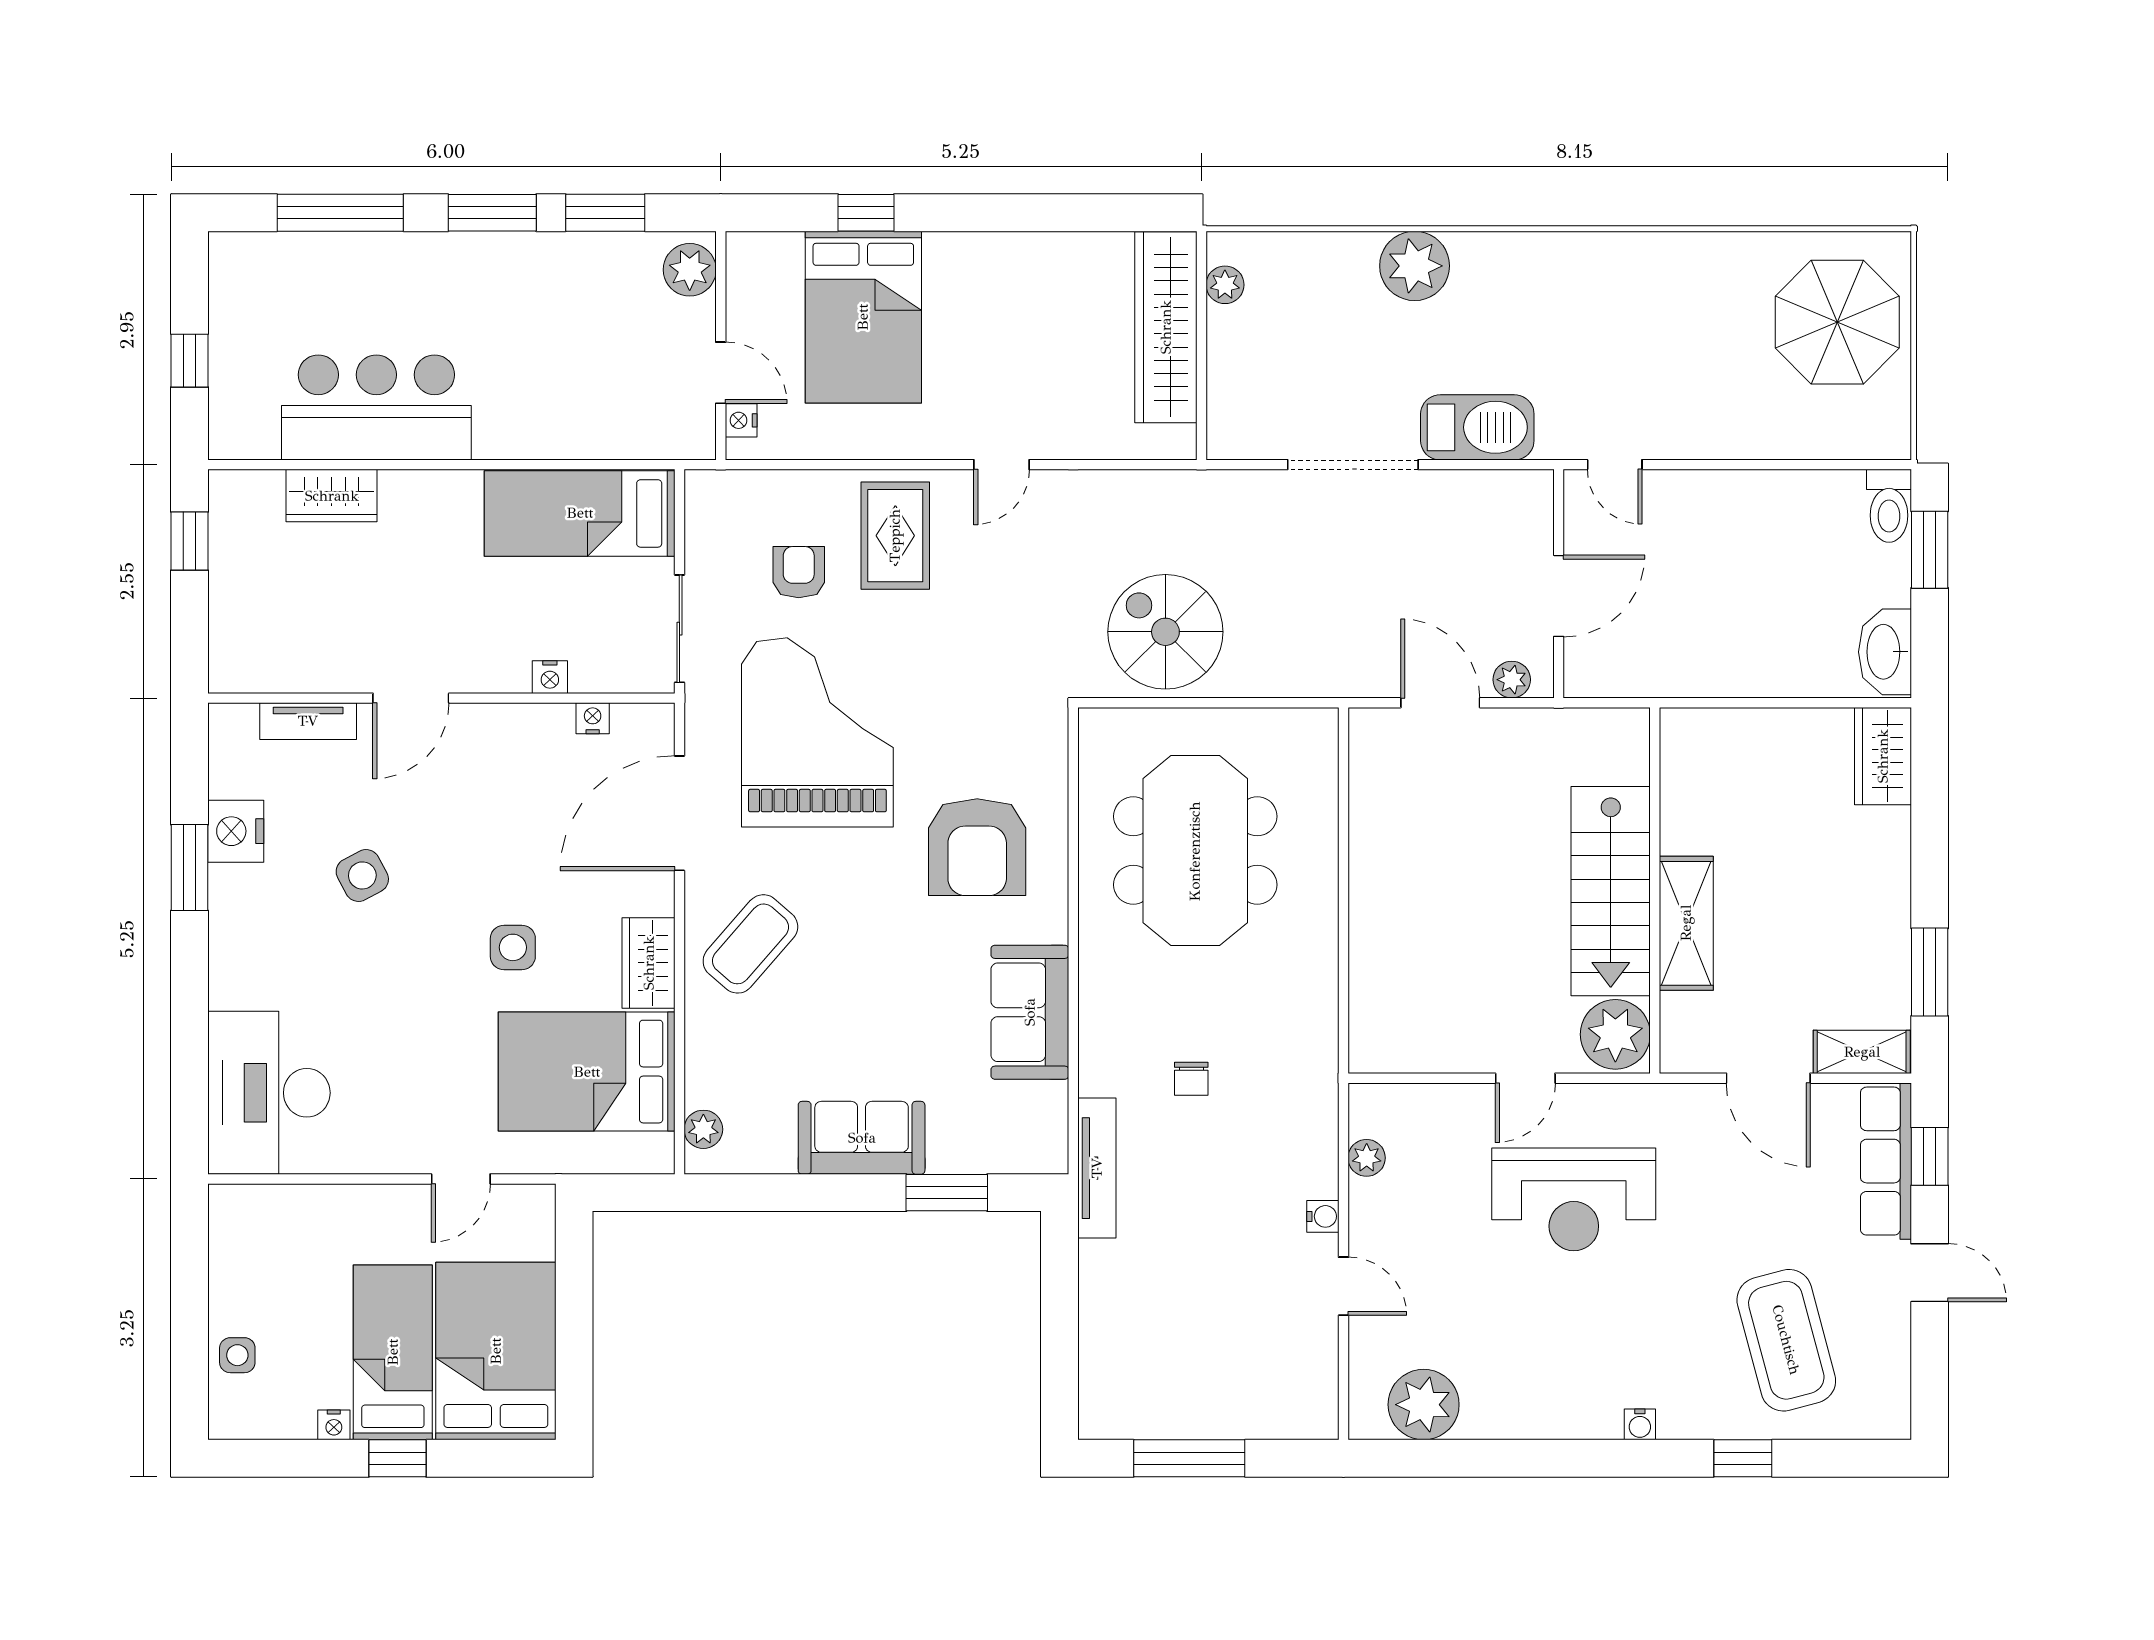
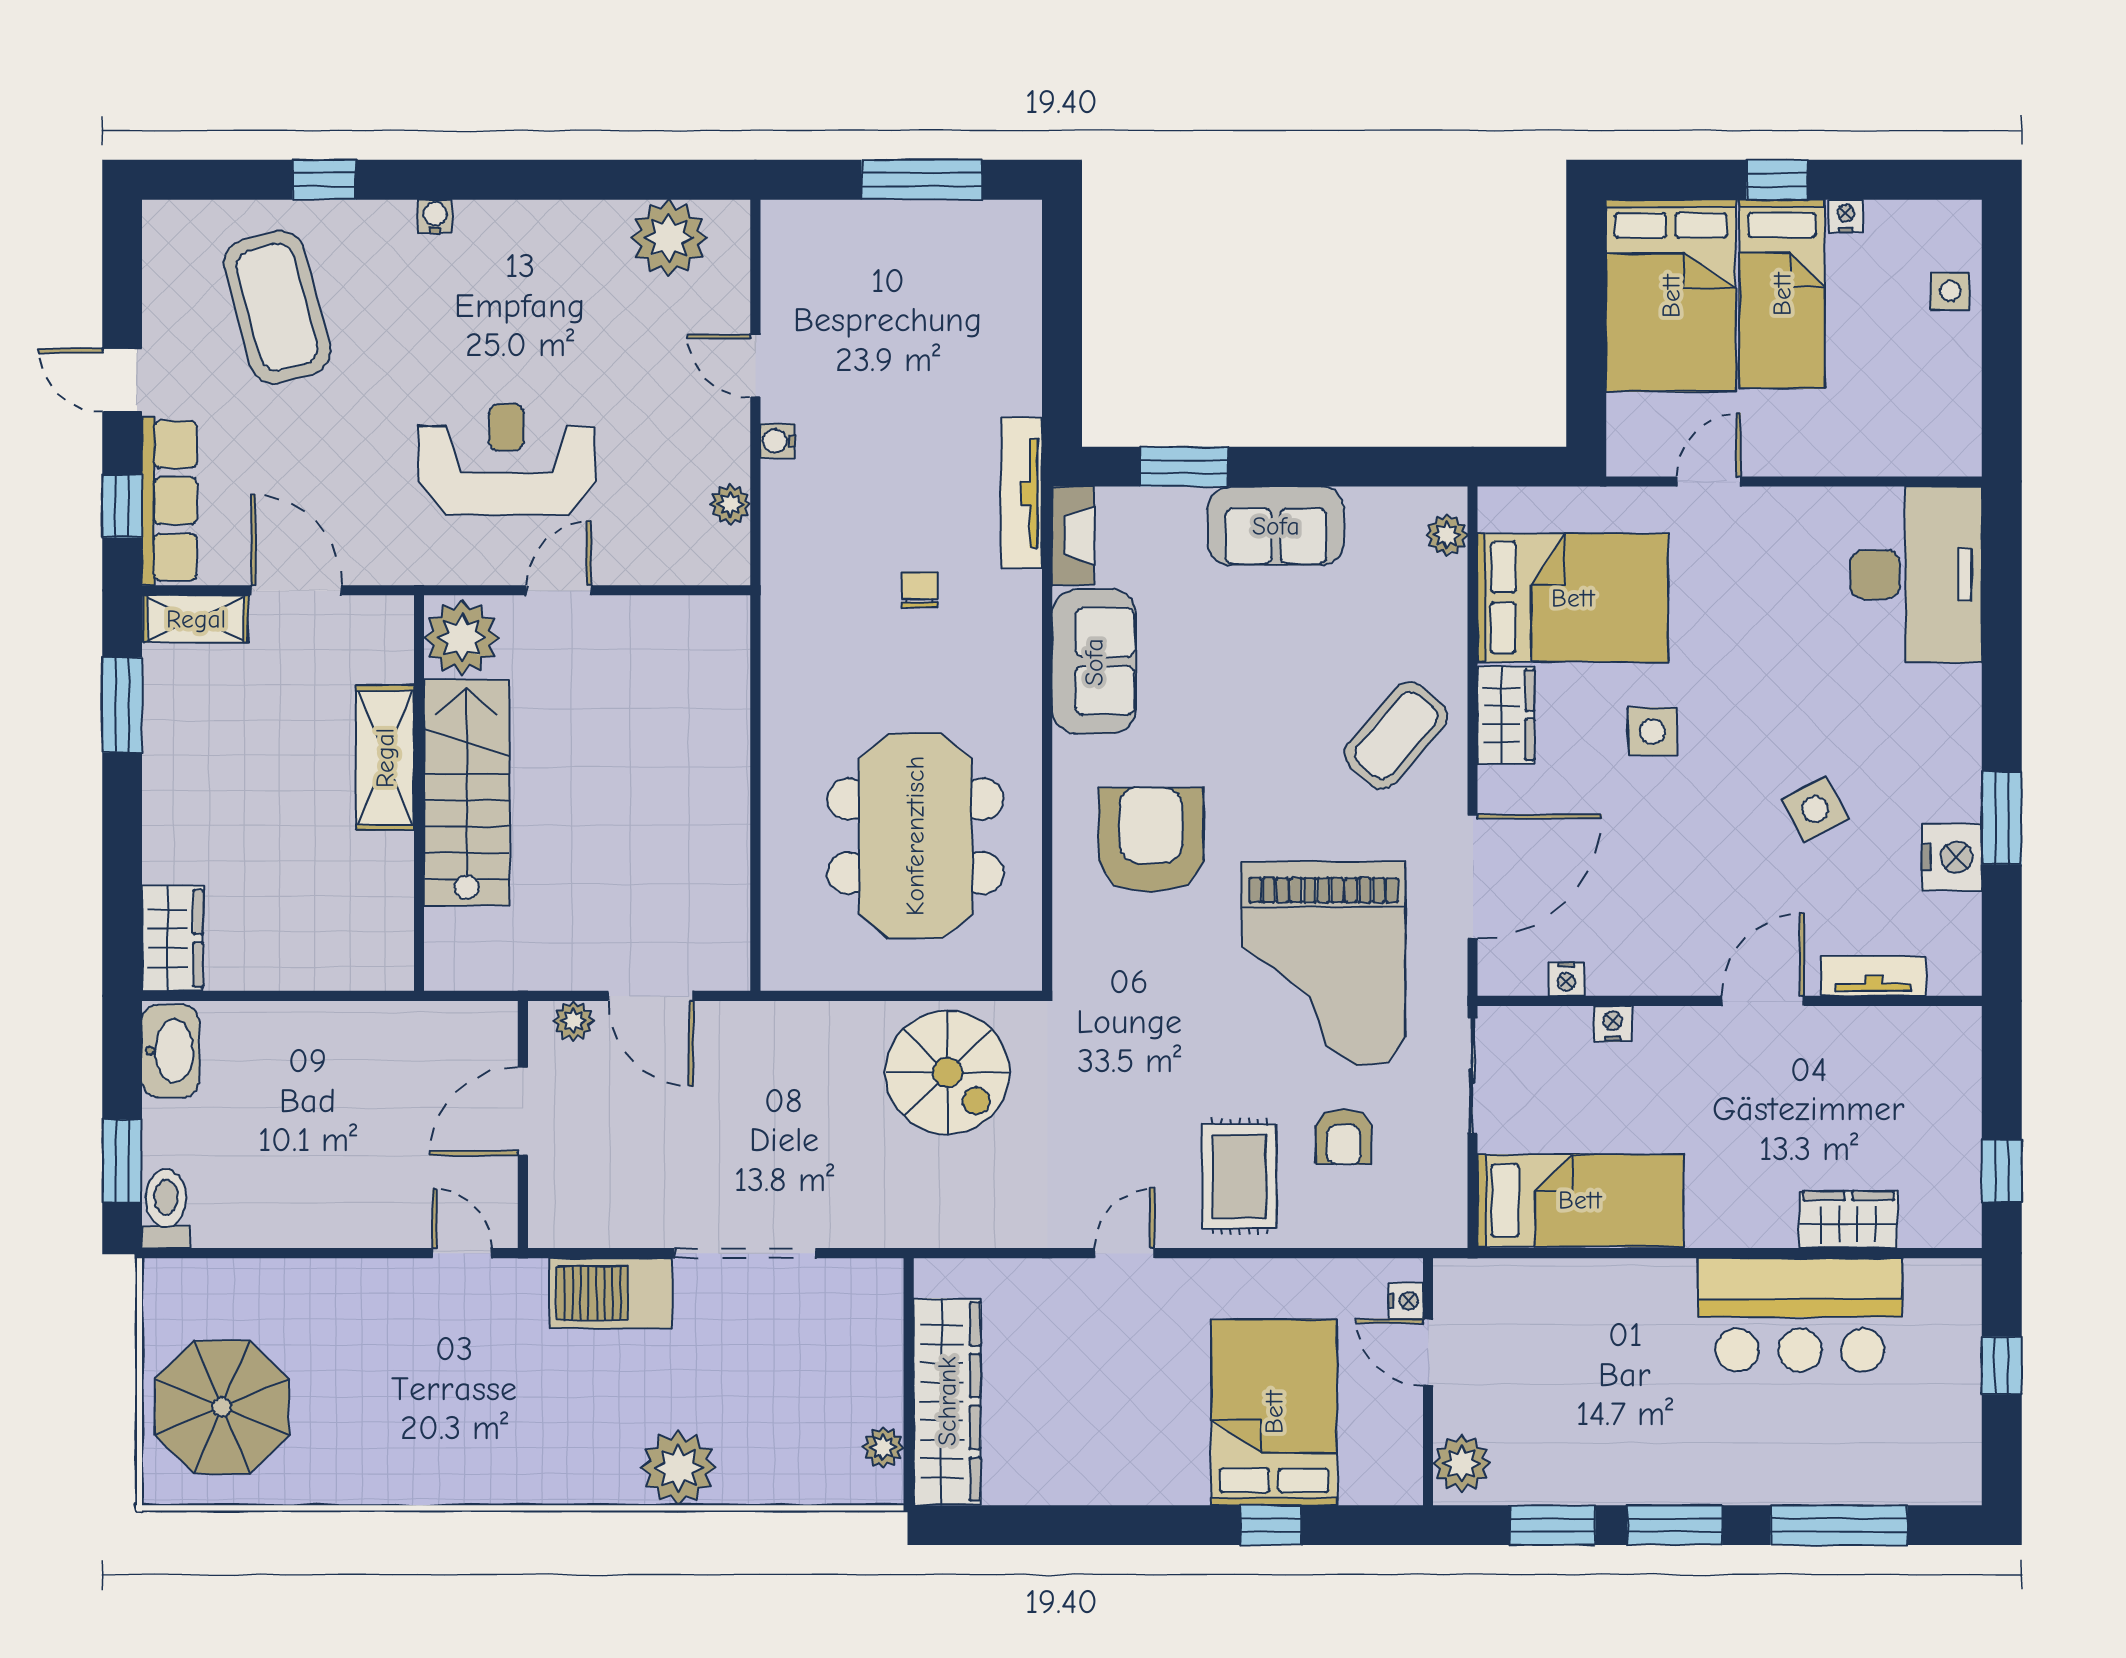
fireplace: (1049, 1129) -> (1073, 536), added

